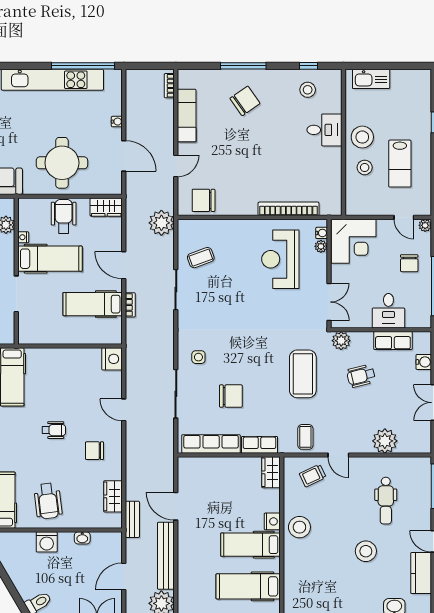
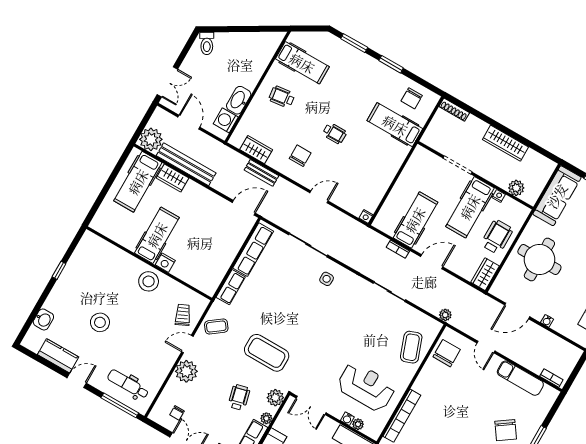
wheelchair: (64, 216) -> (497, 237), turned -90
plant: (161, 223) -> (445, 315), width x0.53, depth x0.53
water cooler: (322, 233) -> (347, 419), moved
coffee table: (201, 258) -> (411, 347), moved, width x1.36, depth x1.30
plant: (366, 338) -> (266, 418), added
nightstand: (112, 359) -> (366, 216), width x0.53, depth x0.56
chair: (231, 396) -> (177, 413), moved, width x0.54, depth x0.54
wheelchair: (54, 430) -> (335, 133), turned -90
coffee table: (305, 437) -> (216, 327), turned -37
plant: (385, 441) -> (186, 371), moved
wardrobe: (271, 472) -> (173, 178), moved, turned 180
wheelchair: (48, 501) -> (282, 97), width x0.73, depth x0.73
dental chair: (386, 501) -> (128, 384), moved
door: (176, 506) -> (244, 208), moved
bench: (132, 519) -> (262, 173), moved
washbasin: (82, 538) -> (239, 100), width x1.91, depth x1.45
washing machine: (47, 542) -> (226, 120), moved
hospital bed: (248, 586) -> (138, 182), moved, turned 180

